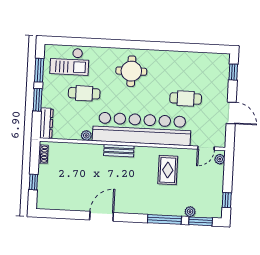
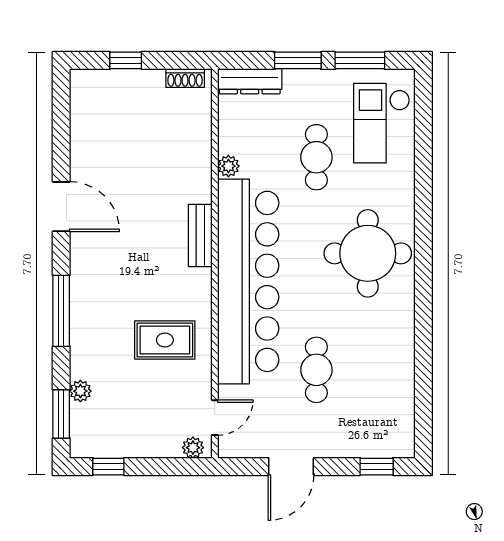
round table: (131, 71) -> (368, 253), width x1.36, depth x1.36
door: (206, 148) -> (215, 418), swing flipped
window: (164, 219) -> (61, 311), moved

